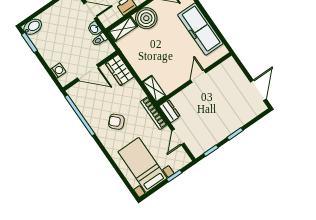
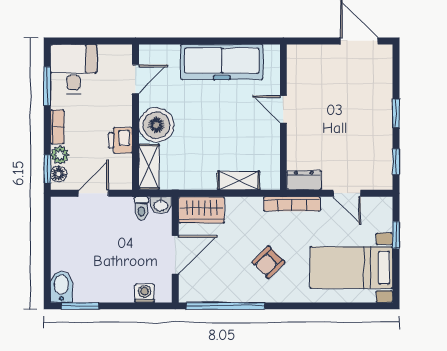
washbasin: (94, 29) -> (161, 205), moved
shelving: (154, 89) -> (239, 181), moved

